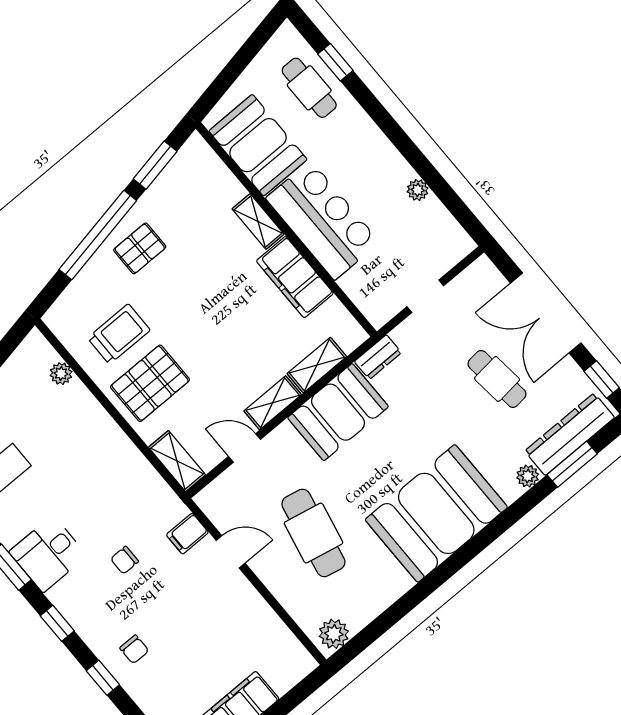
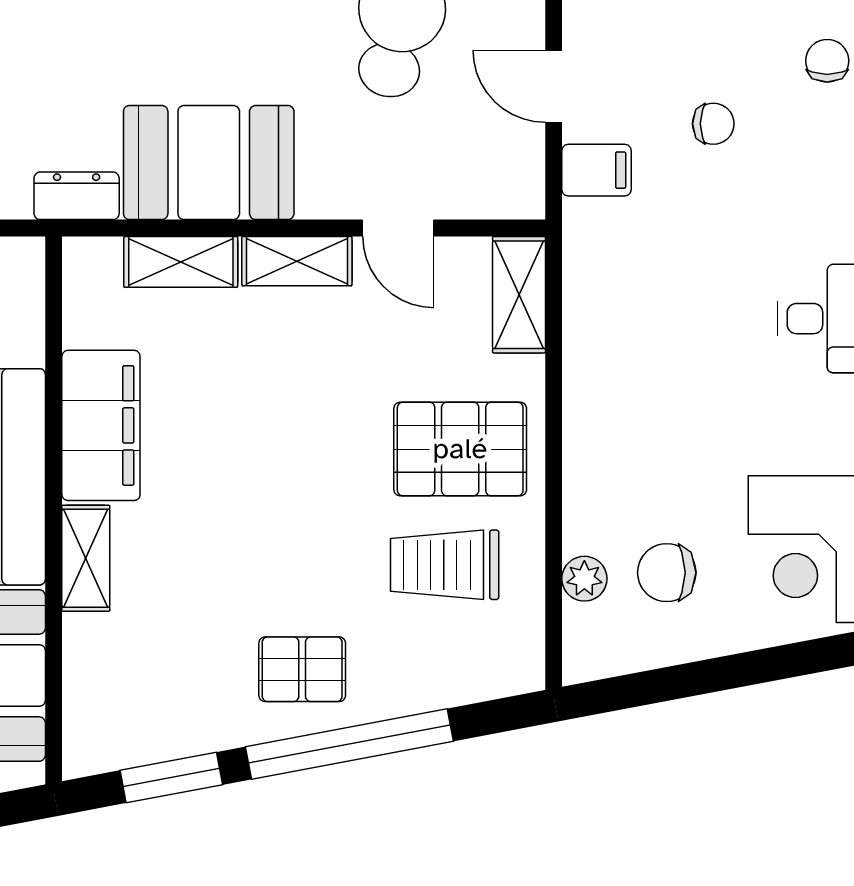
chair: (31, 402) -> (667, 573), added
chair: (125, 560) -> (713, 124), moved

